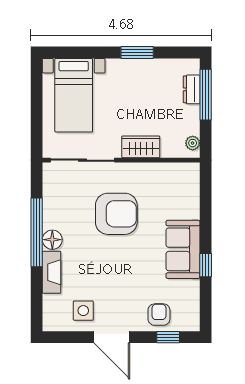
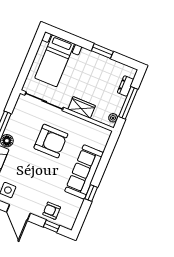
window: (206, 95) -> (128, 103), moved
sofa: (183, 249) -> (84, 172), width x1.36
armchair: (159, 315) -> (52, 211), turned -90

